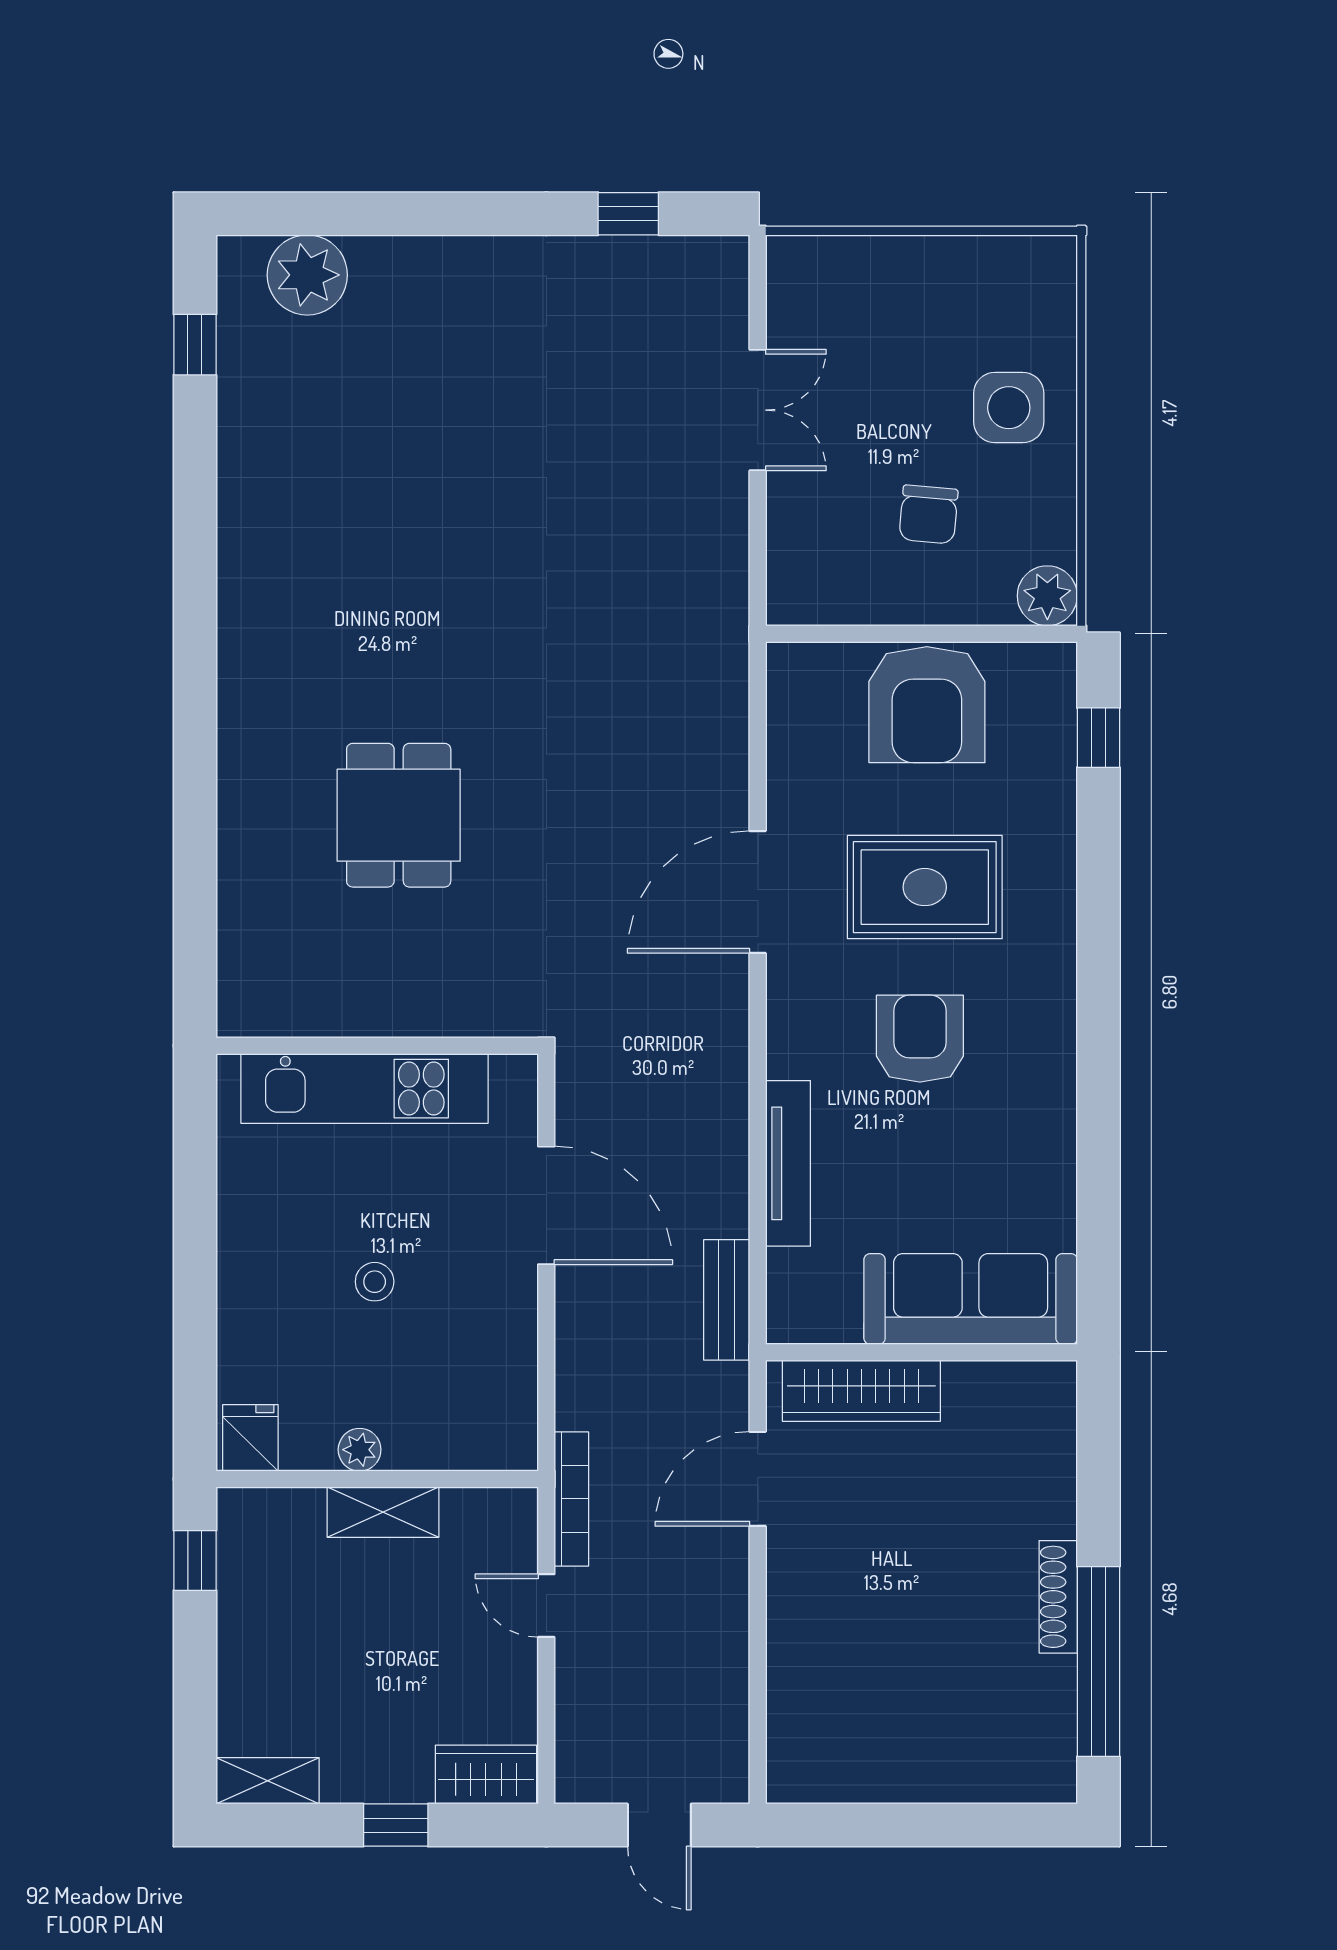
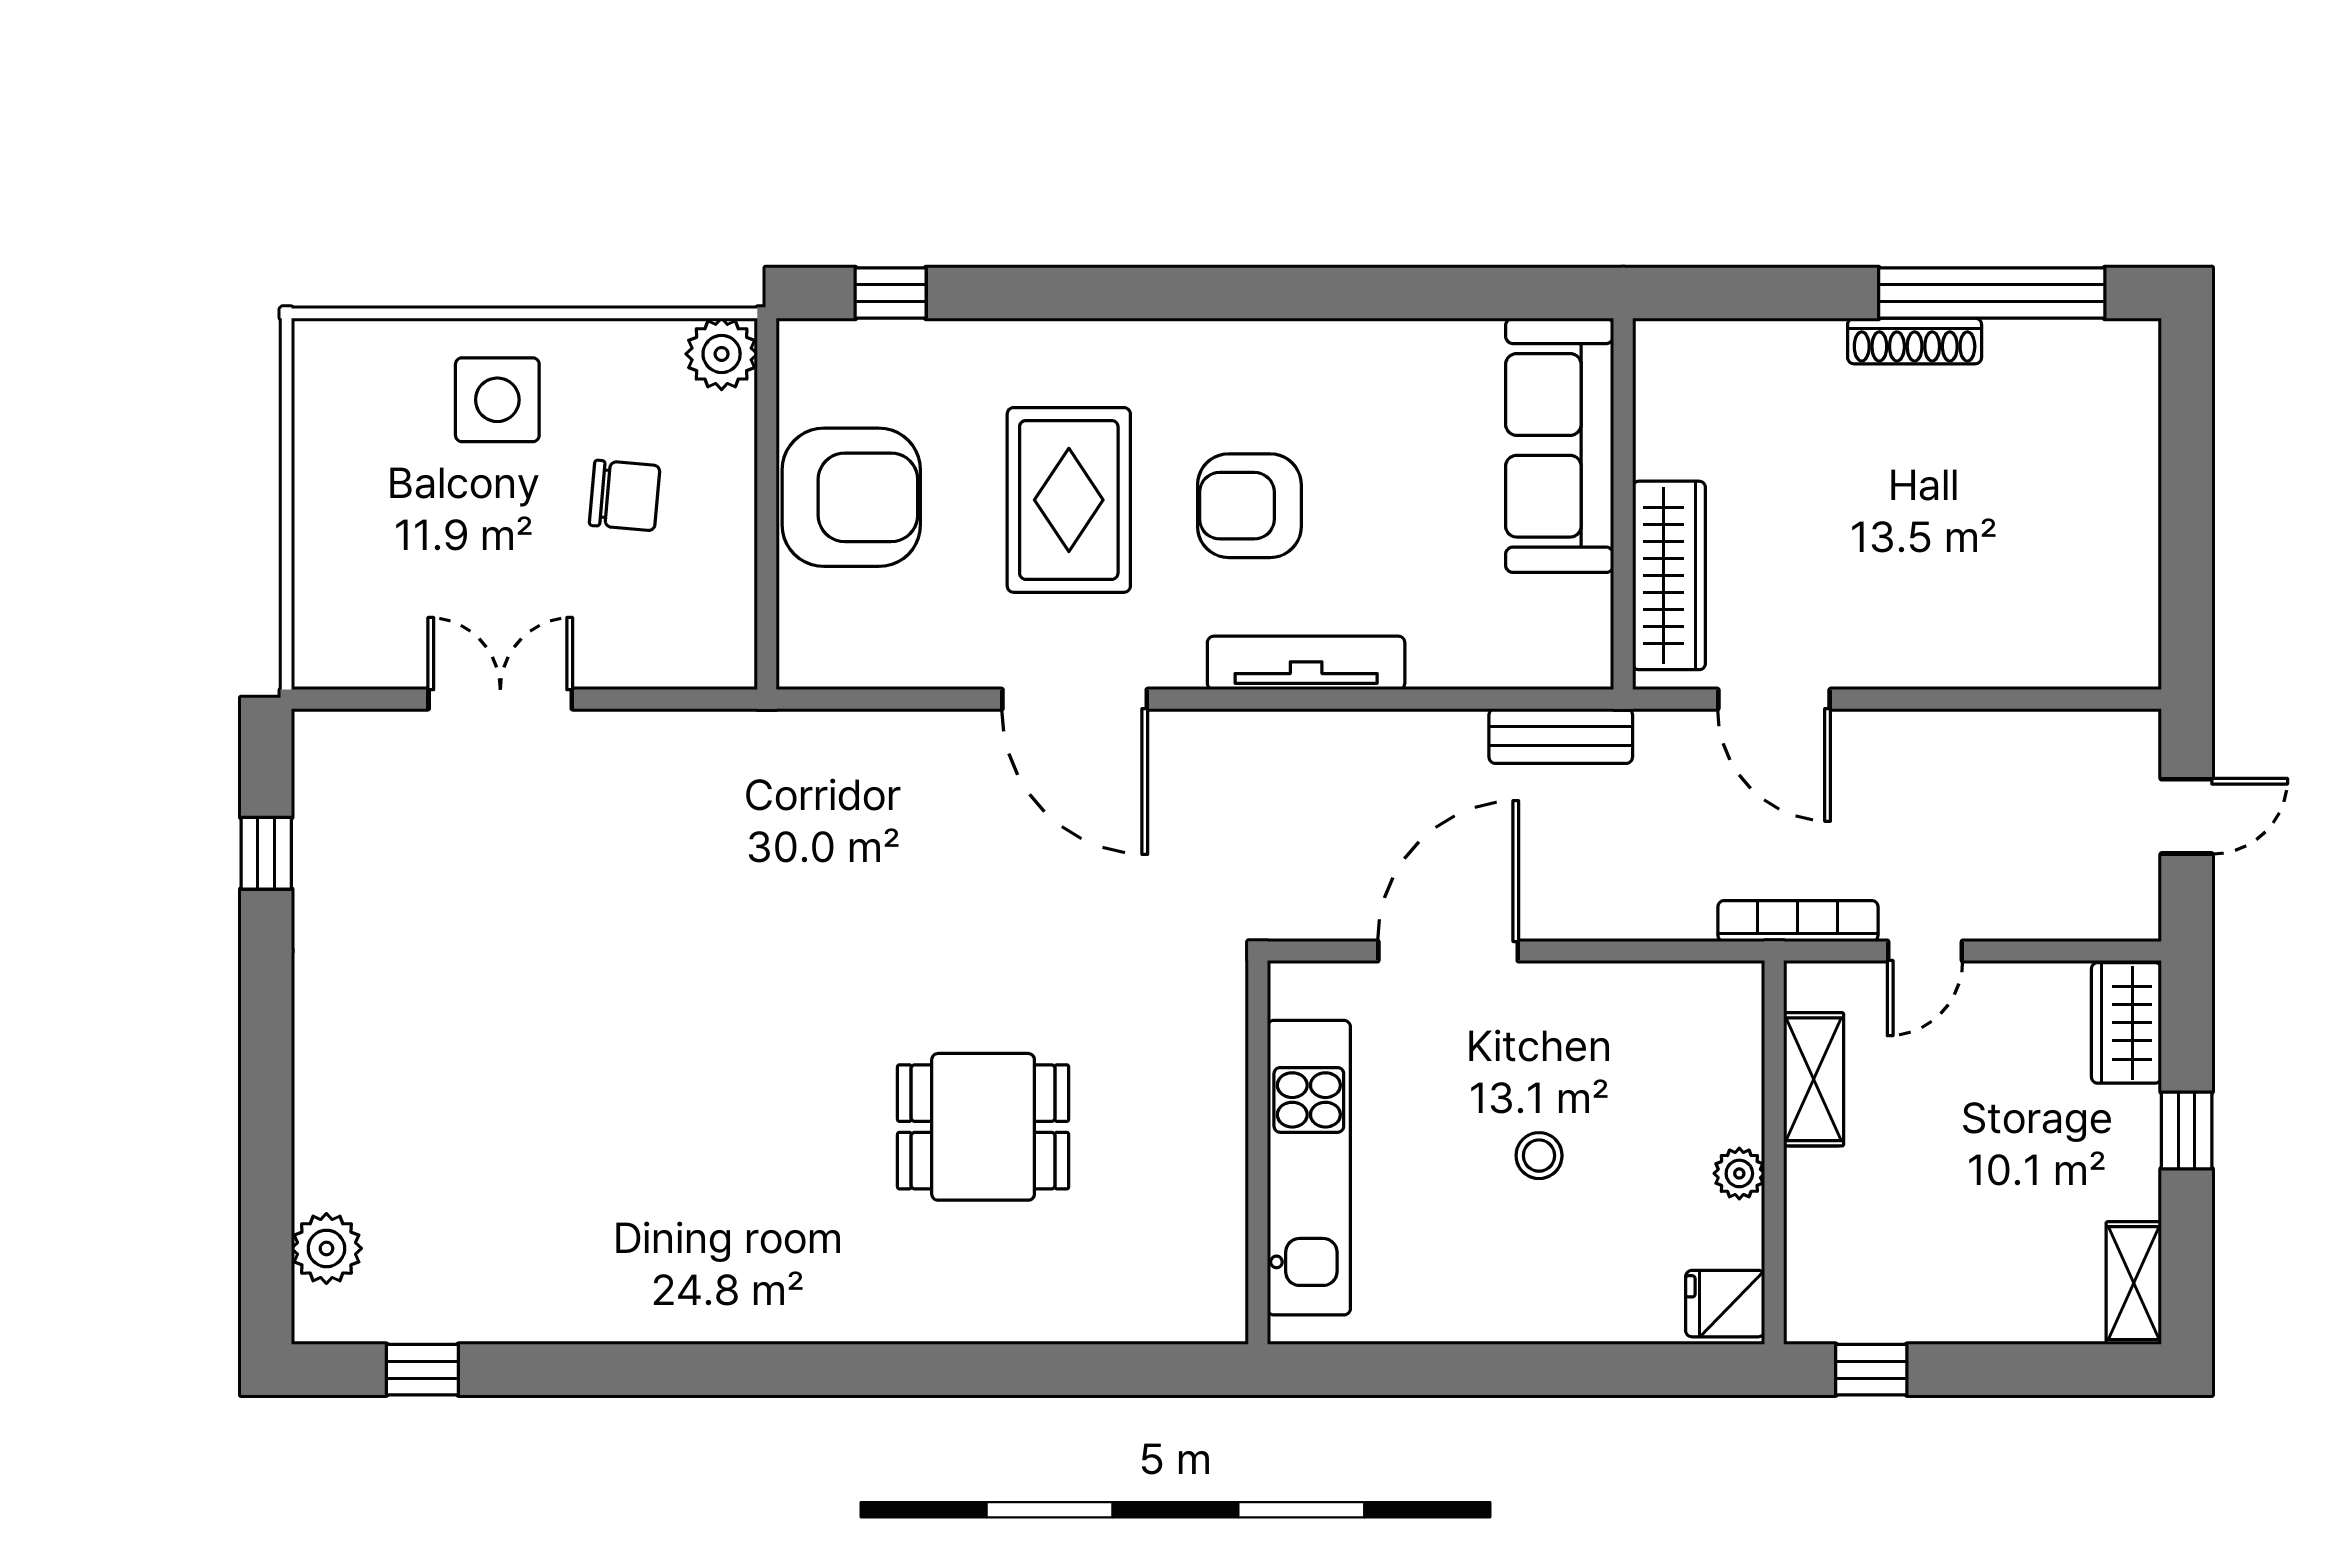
plant: (307, 275) -> (326, 1248), width x0.73, depth x0.73
tv unit: (788, 1163) -> (1306, 663), moved
shelving: (383, 1512) -> (1814, 1079), moved

